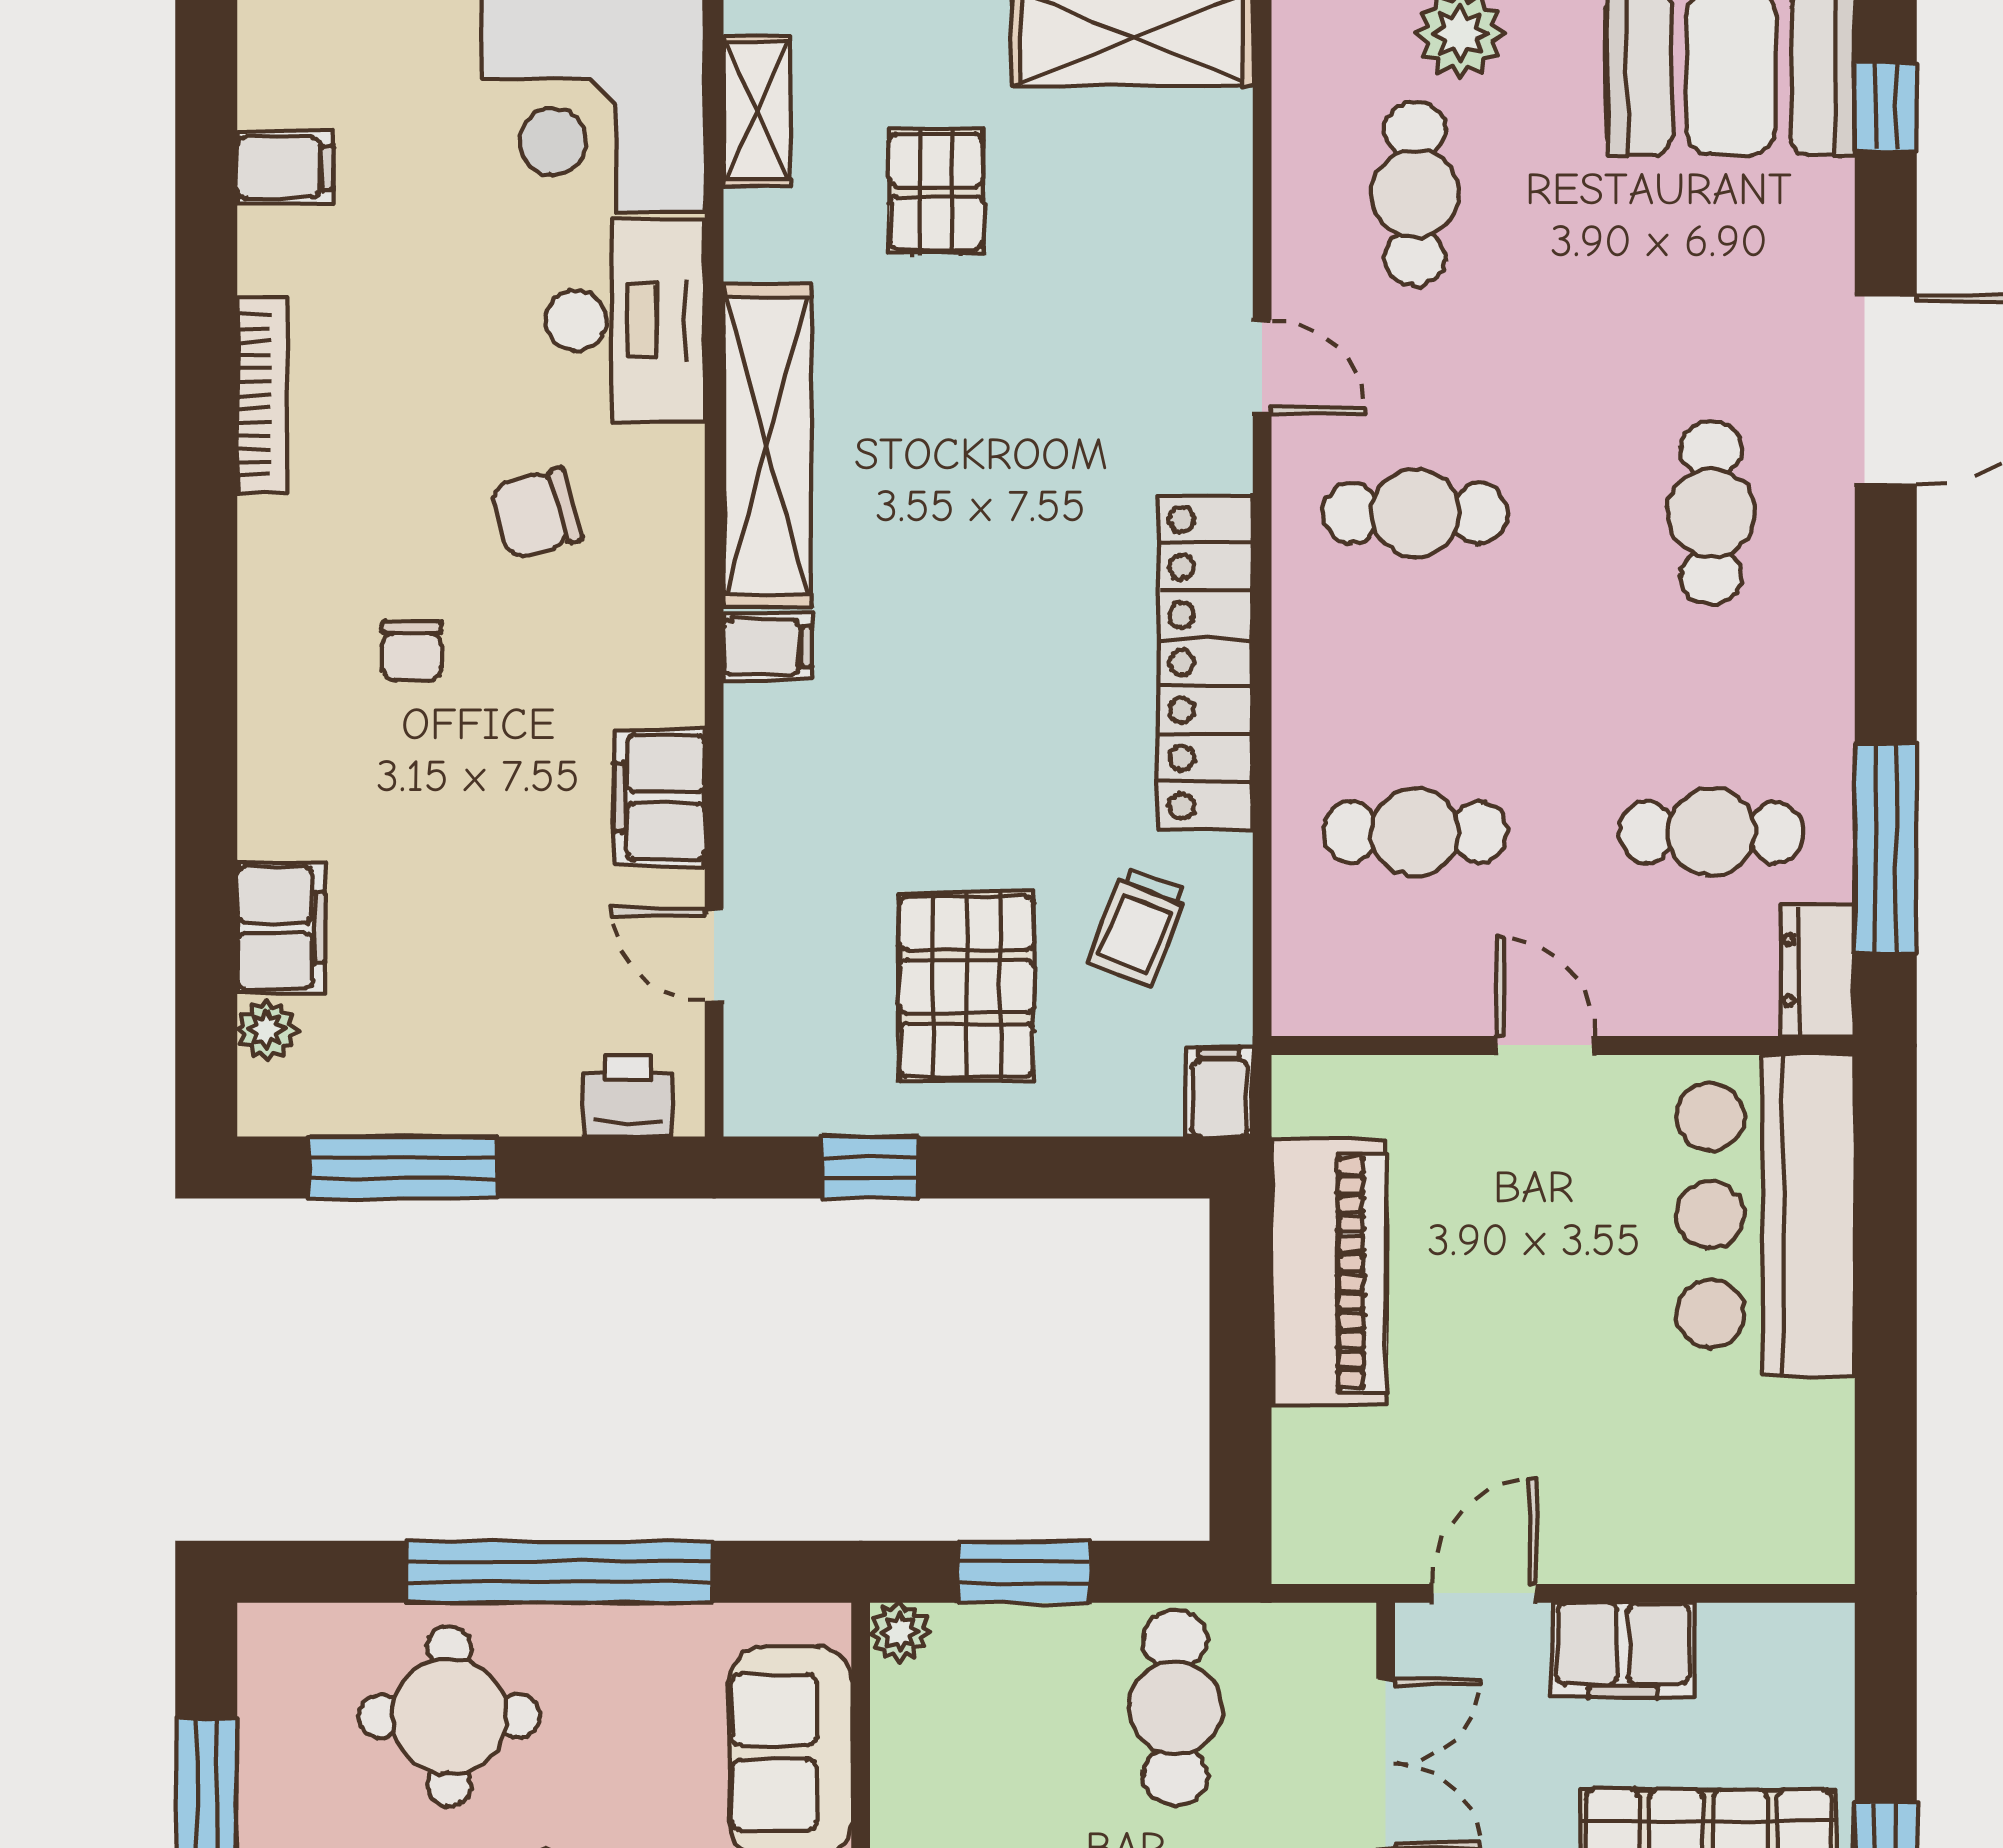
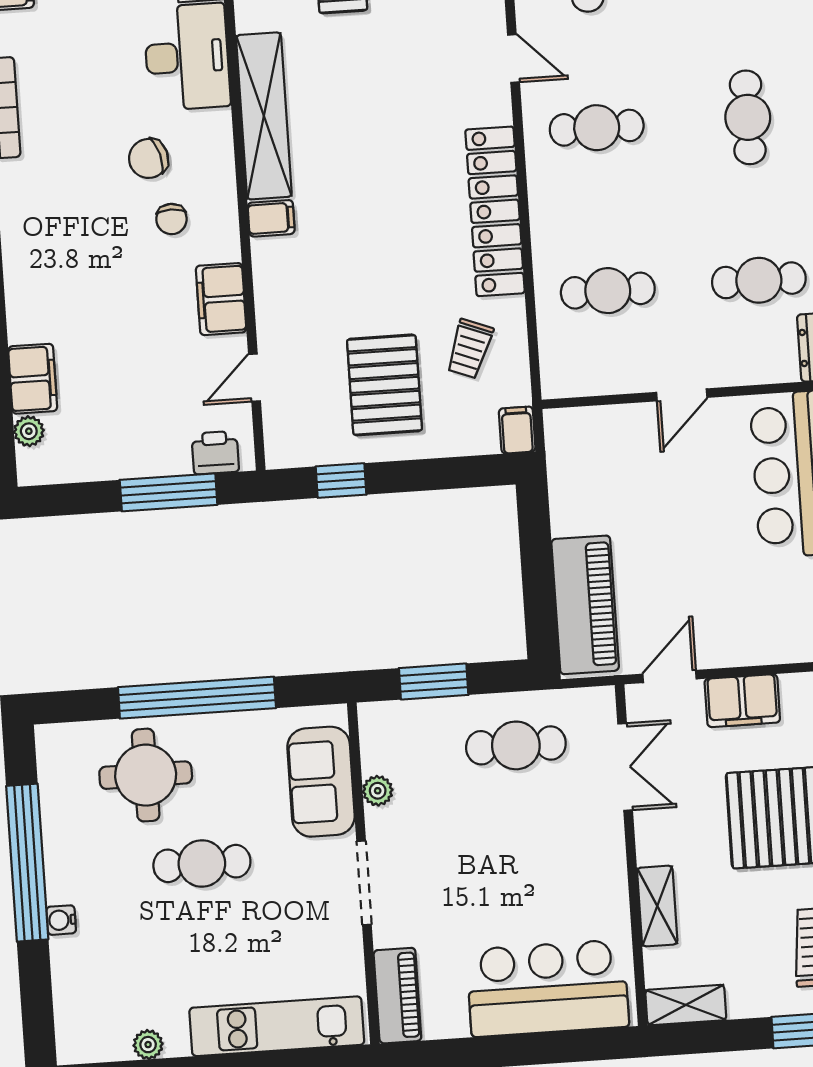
chair: (412, 651) -> (171, 219), moved
door: (714, 955) -> (254, 378), hinge flipped
door: (1545, 1045) -> (682, 395), swing flipped
window: (403, 1167) -> (169, 492), moved
piano: (1329, 1273) -> (585, 605), moved
plant: (899, 1632) -> (378, 791), moved
cafe table: (1175, 1707) -> (516, 745), turned 90

